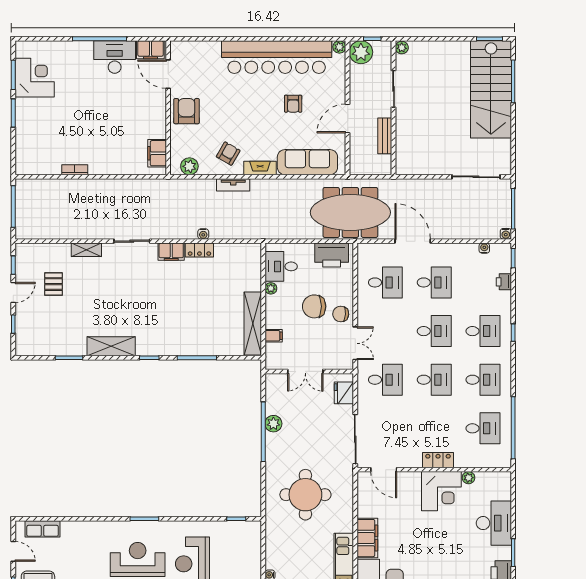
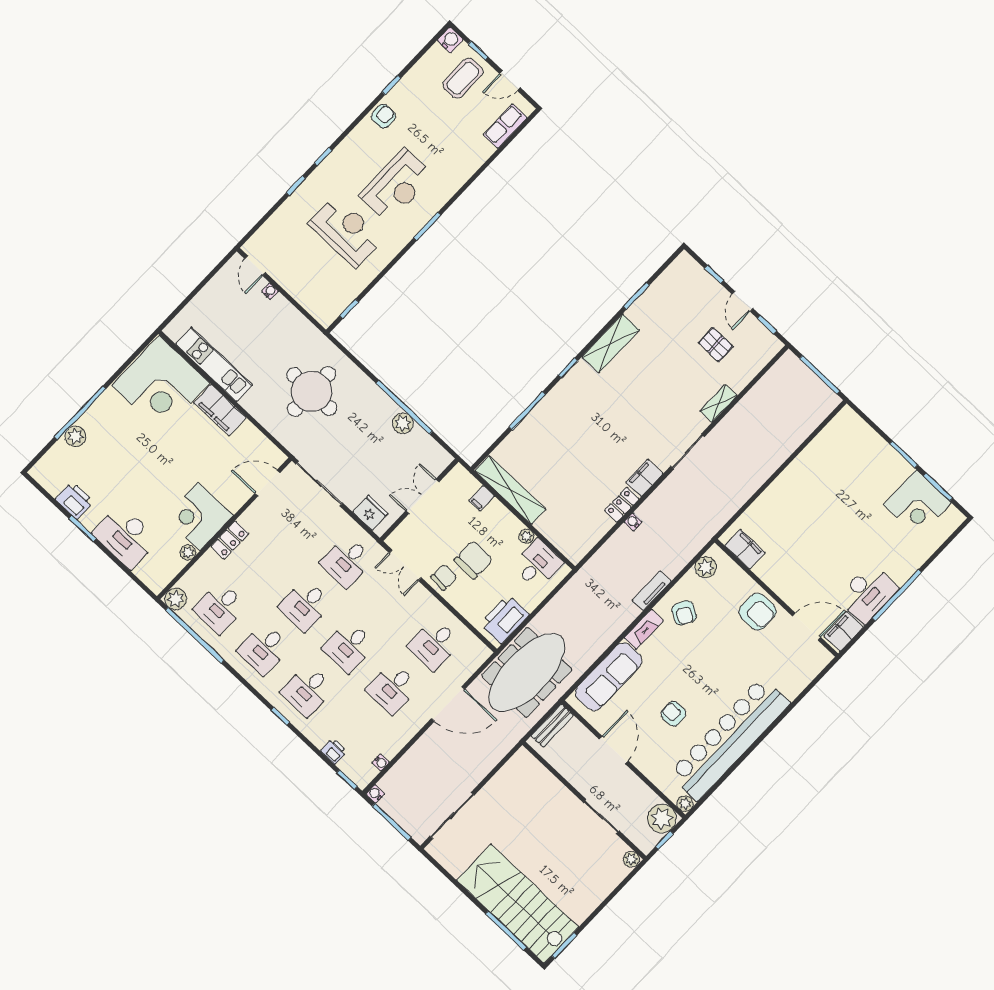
bench: (385, 136) -> (552, 725), moved, turned 90
bookcase: (75, 170) -> (800, 461), removed
plant: (503, 459) -> (176, 599), added

